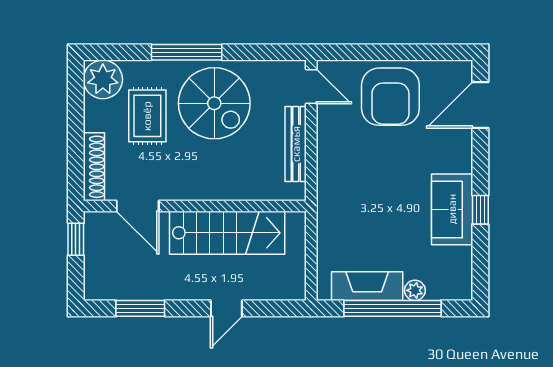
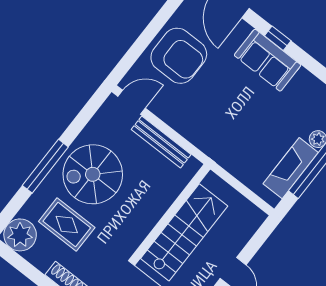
spiral stairs: (214, 103) -> (93, 174), turned 180
sofa: (452, 209) -> (268, 60), moved
window: (480, 210) -> (278, 38), moved

